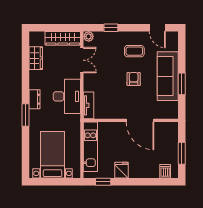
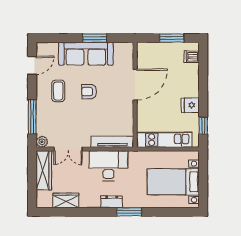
window: (111, 28) -> (32, 117), width x2.17
double door: (82, 60) -> (68, 149), swing flipped
tv unit: (89, 105) -> (112, 142), width x1.41

